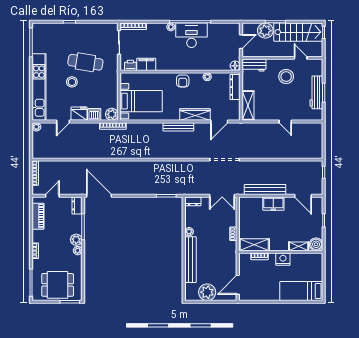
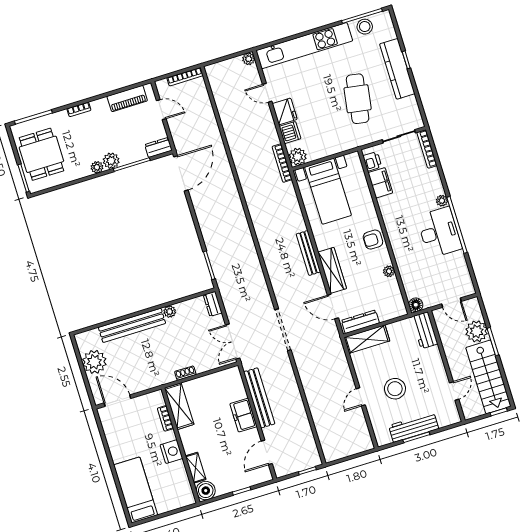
kitchen counter: (74, 30) -> (397, 69), added
stool: (286, 77) -> (395, 389), moved
stool: (72, 82) -> (365, 27), moved
dresser: (235, 87) -> (360, 322), moved

